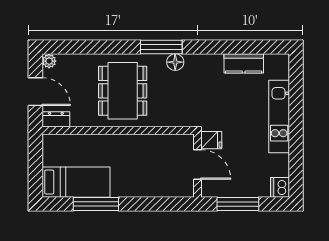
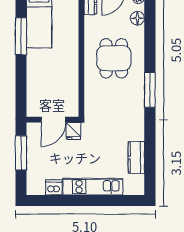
floor lamp: (175, 62) -> (137, 18), moved
dining table: (123, 91) -> (114, 58), width x0.73
dishwasher: (280, 187) -> (54, 187), moved

